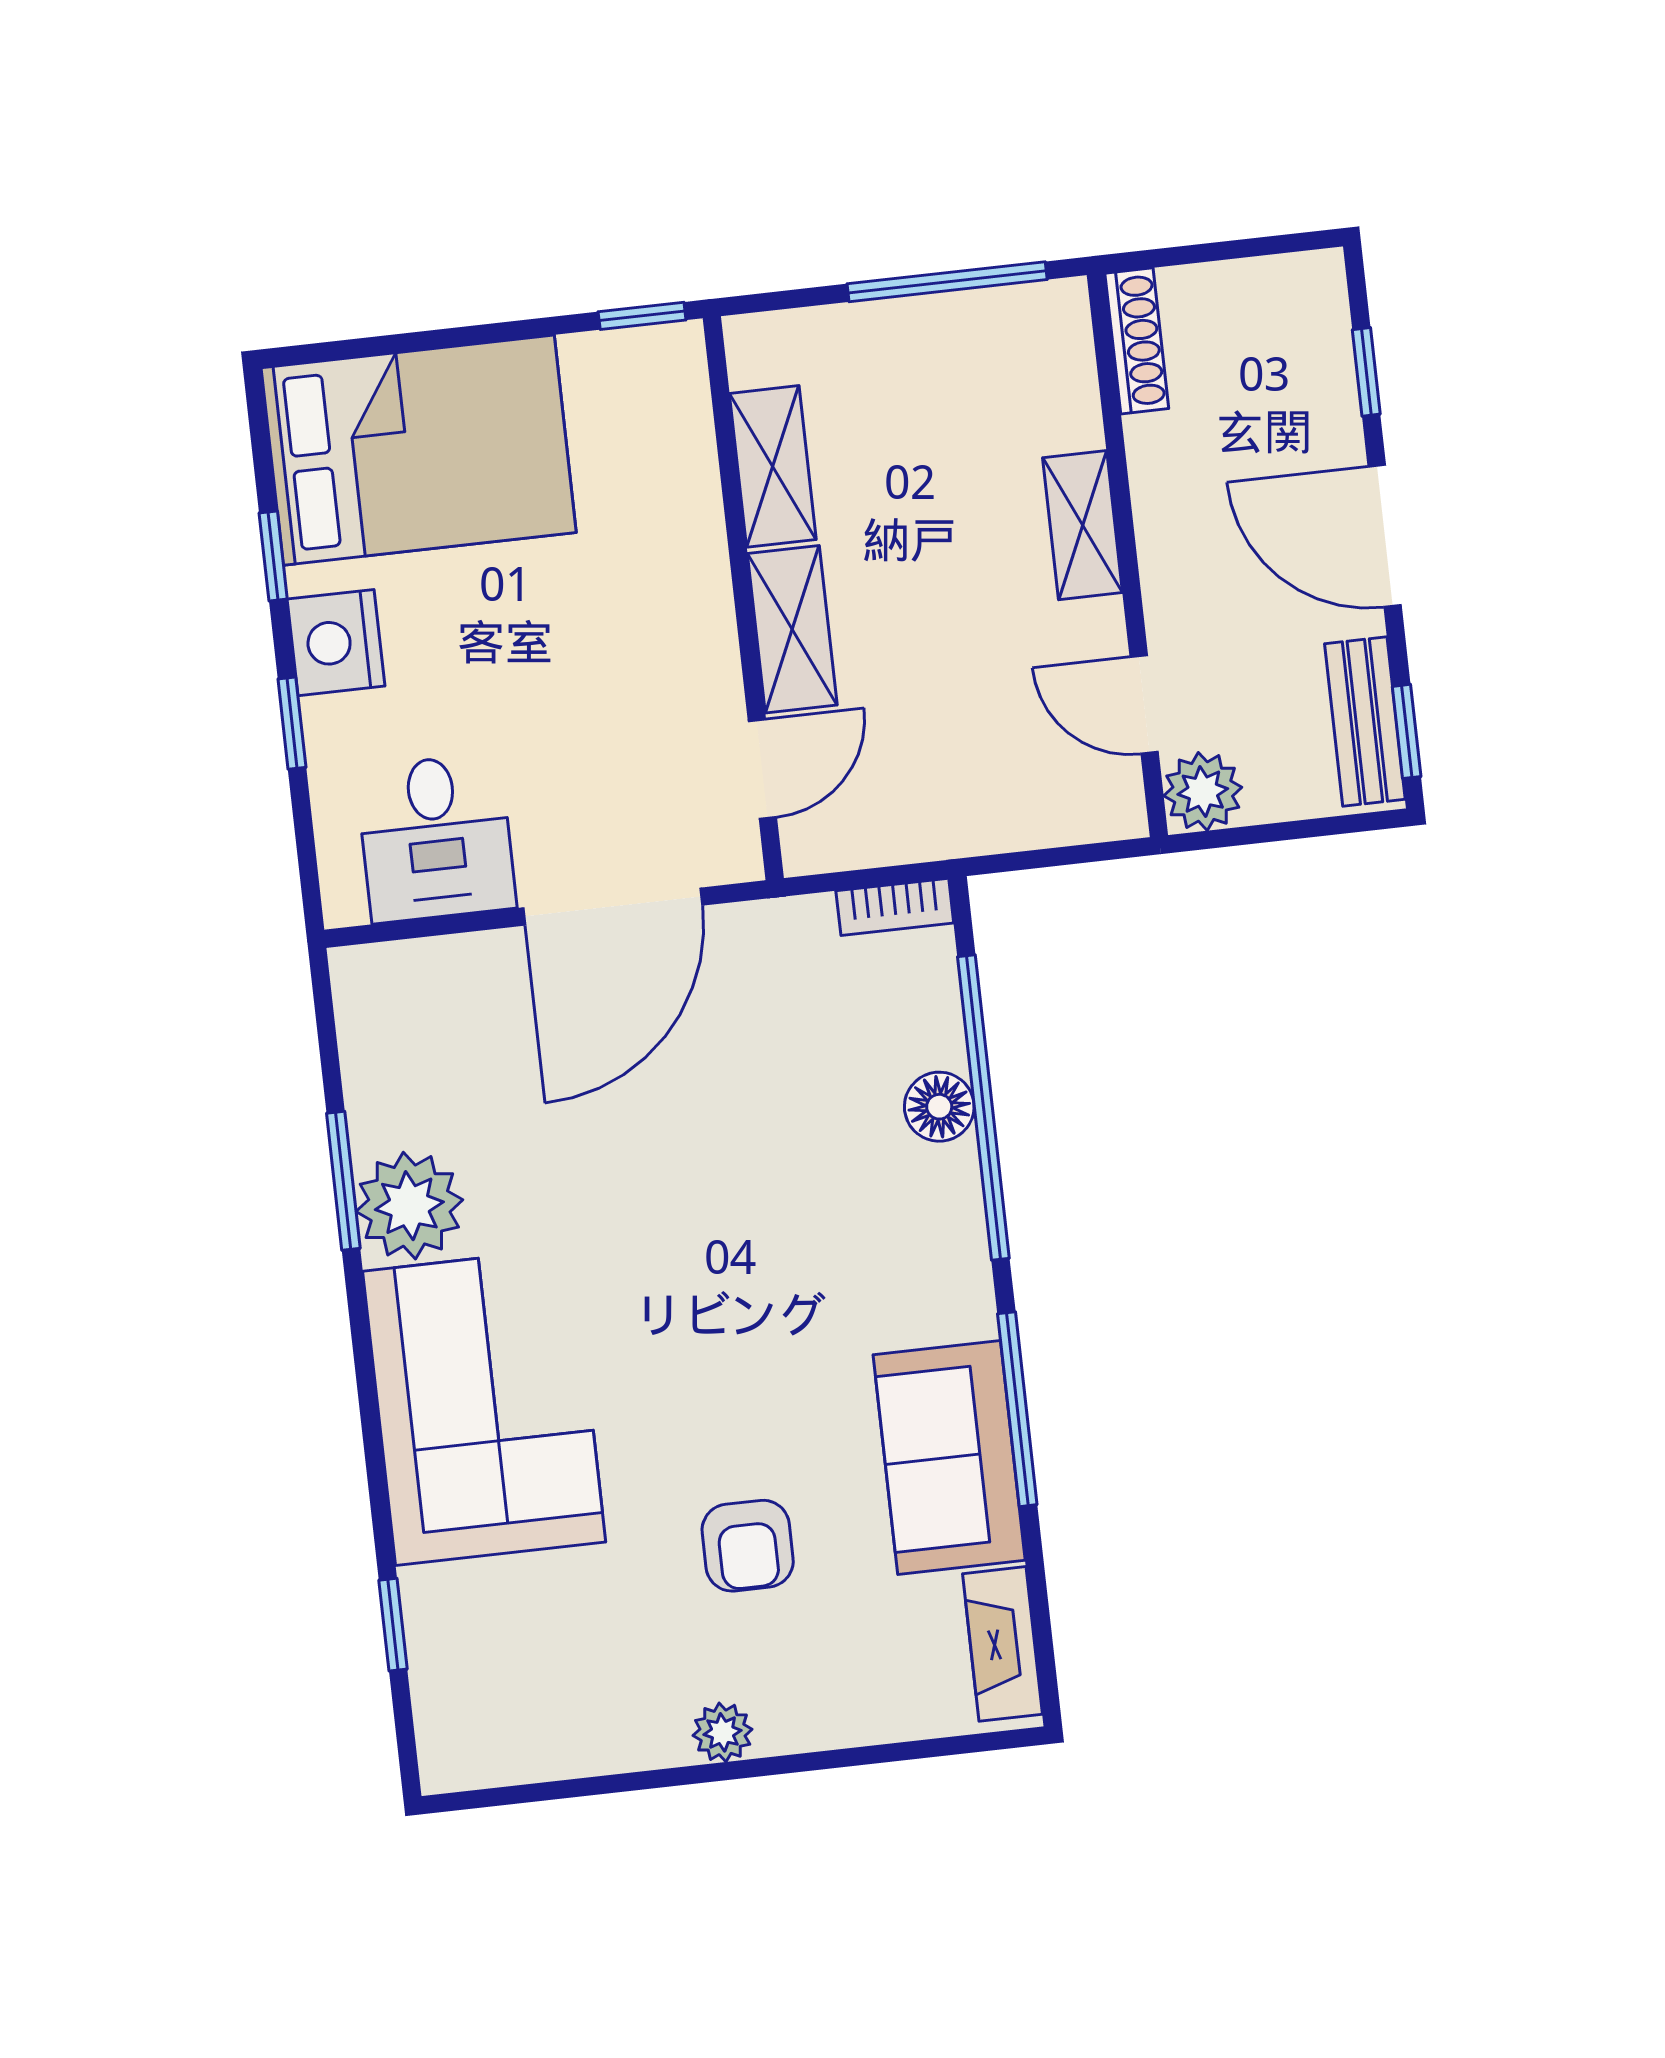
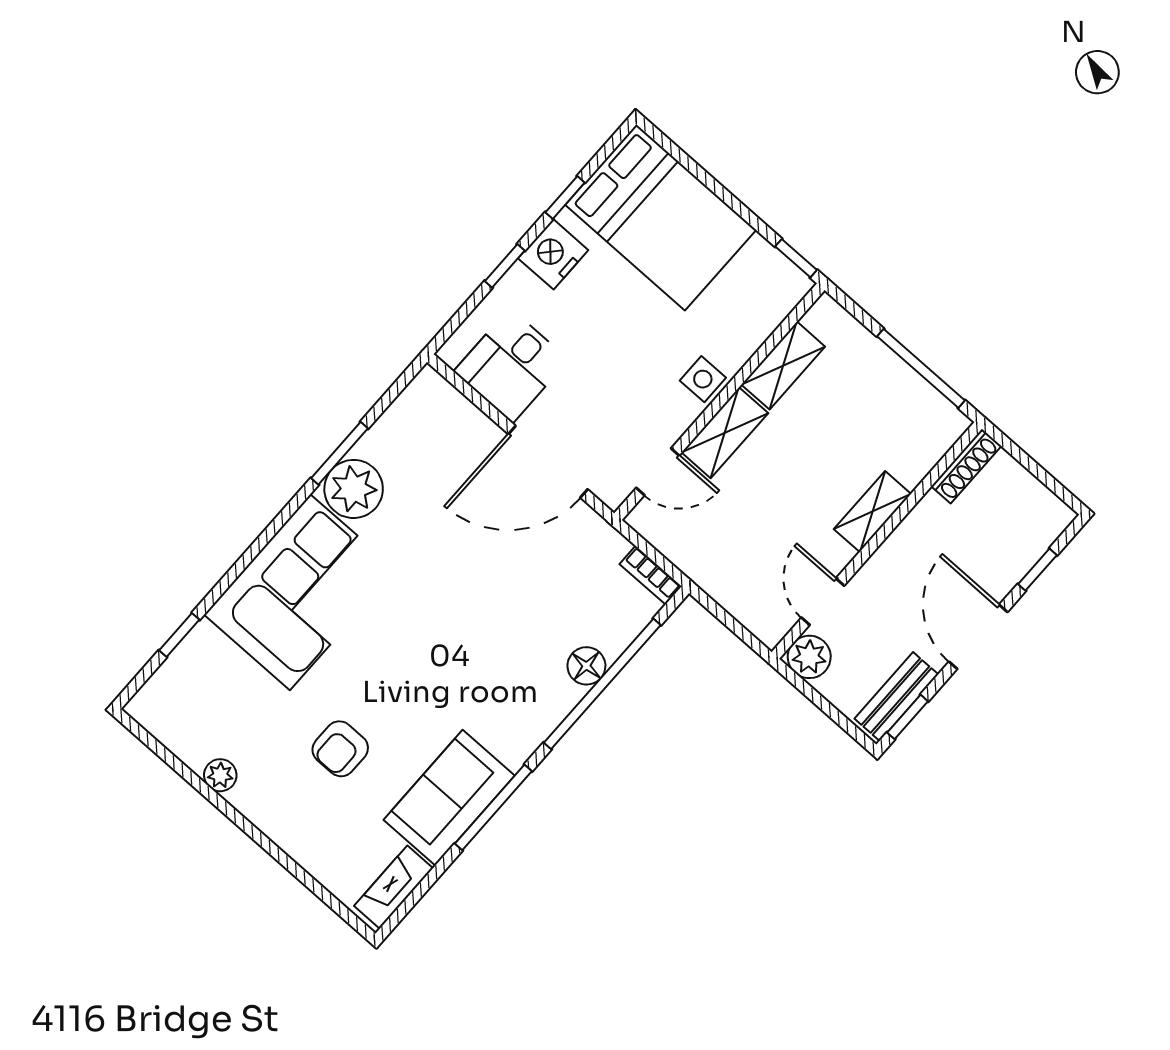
side table: (692, 593) -> (703, 379), added
plant: (723, 1732) -> (220, 775), moved

